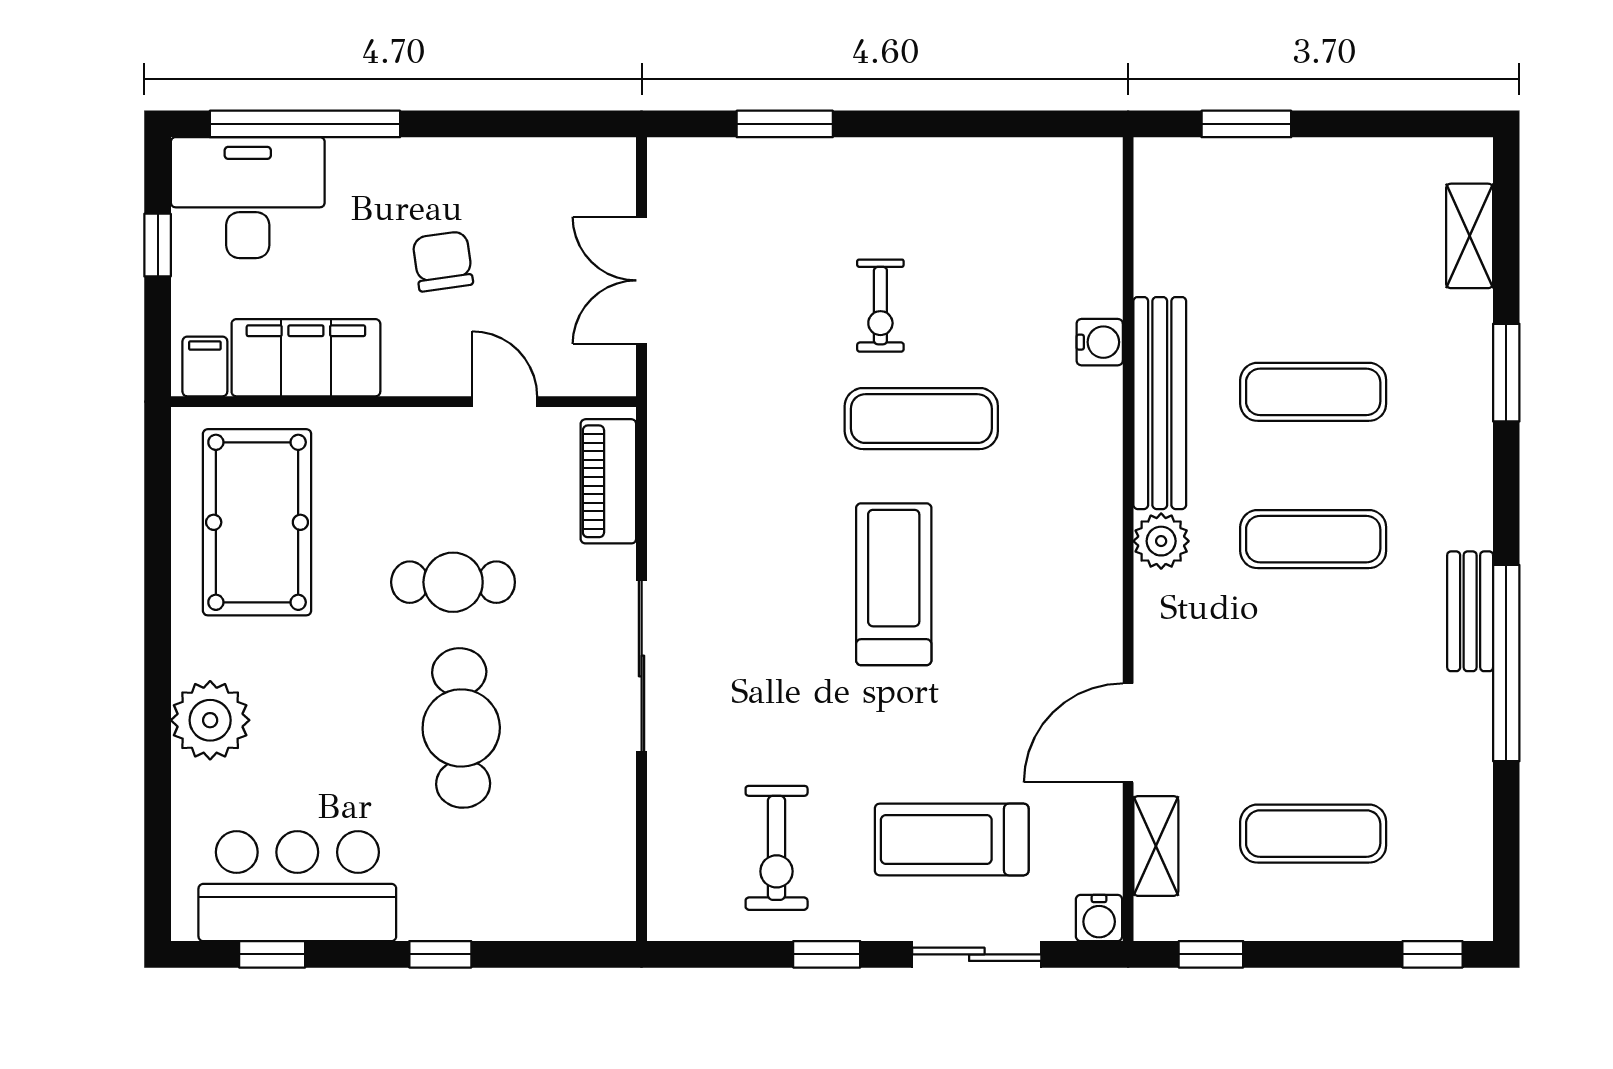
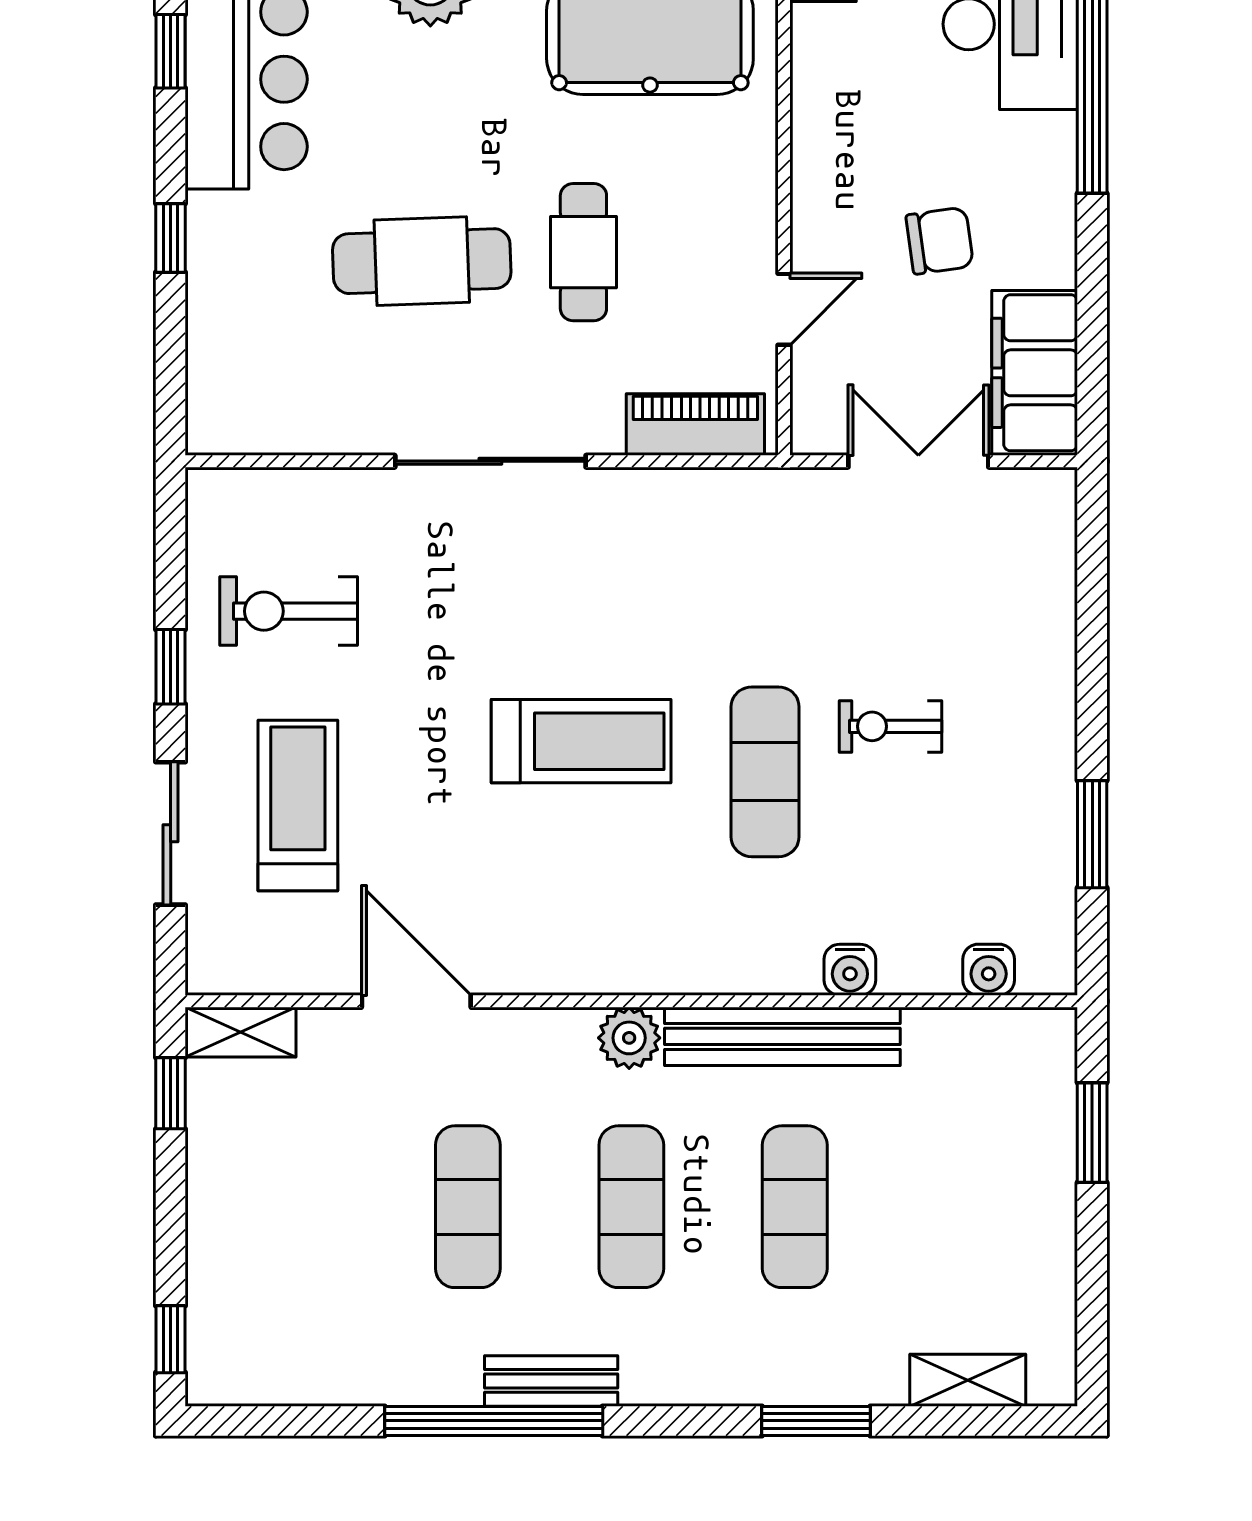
window: (785, 124) -> (1092, 834), moved
filing cabinet: (306, 358) -> (1035, 373), moved, turned 180
exercise mat: (1313, 834) -> (468, 1207), moved
shelving: (1156, 846) -> (241, 1032), moved
water cooler: (1099, 918) -> (989, 970), moved, turned -90

